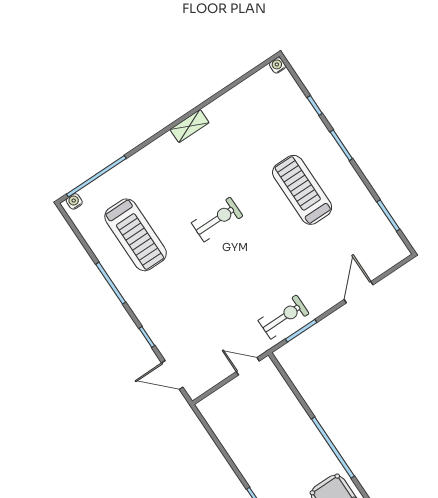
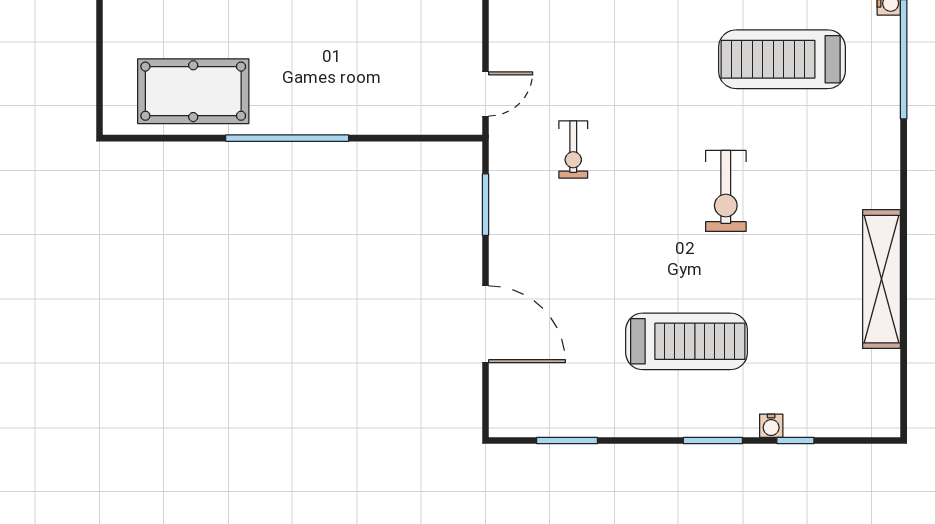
water cooler: (277, 65) -> (771, 426), moved, turned 90
shelving: (190, 126) -> (882, 279), width x2.20, depth x1.33
door: (359, 292) -> (485, 324), width x1.36
exercise bike: (284, 317) -> (573, 149), moved, width x0.73, depth x0.72

